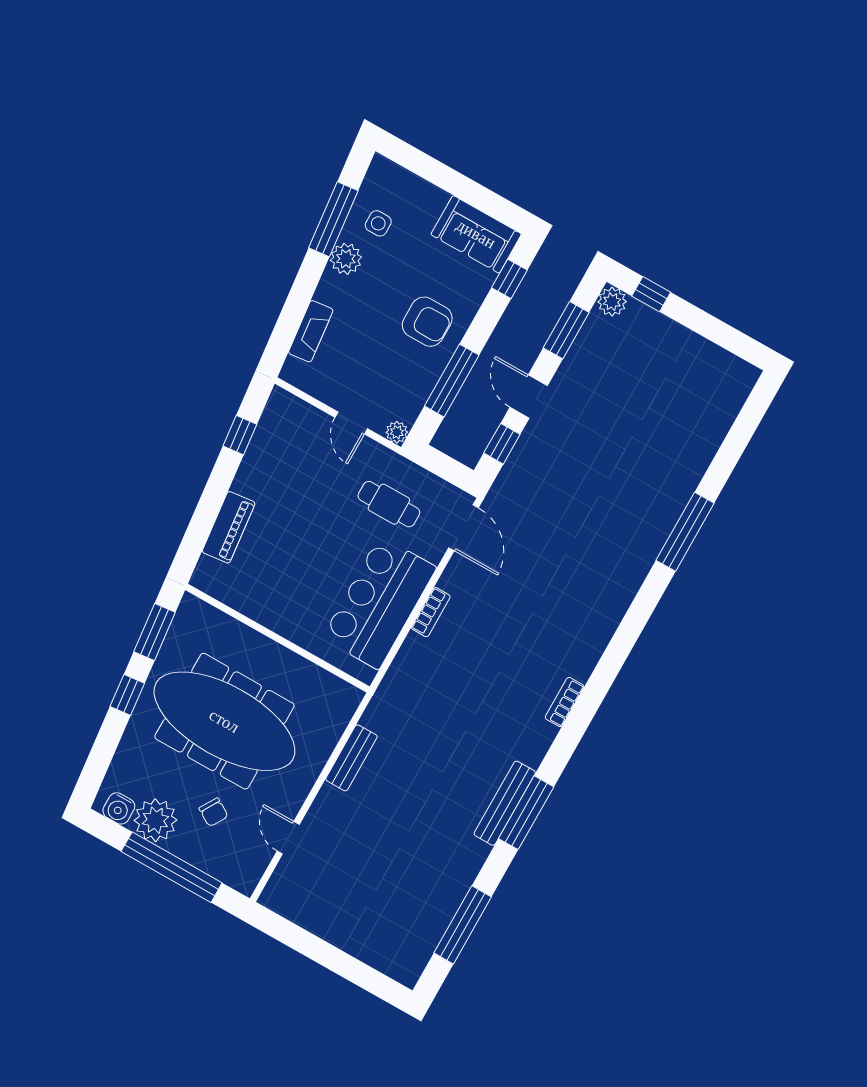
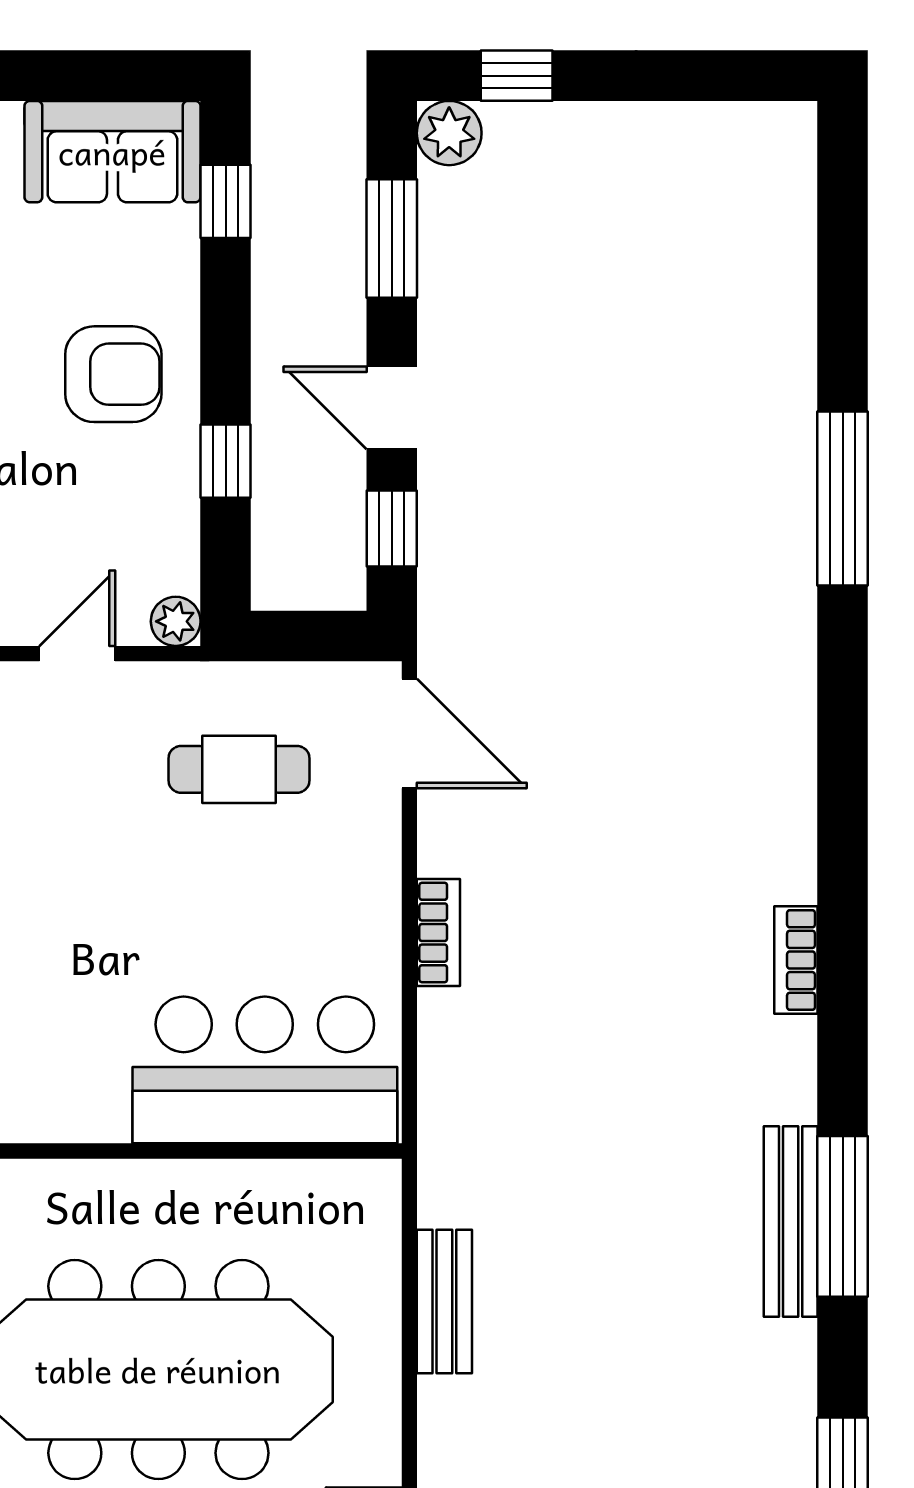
window: (452, 381) -> (226, 461), width x0.46
door: (351, 423) -> (77, 654), swing flipped
bar counter: (379, 603) -> (265, 1070), moved, turned 90

